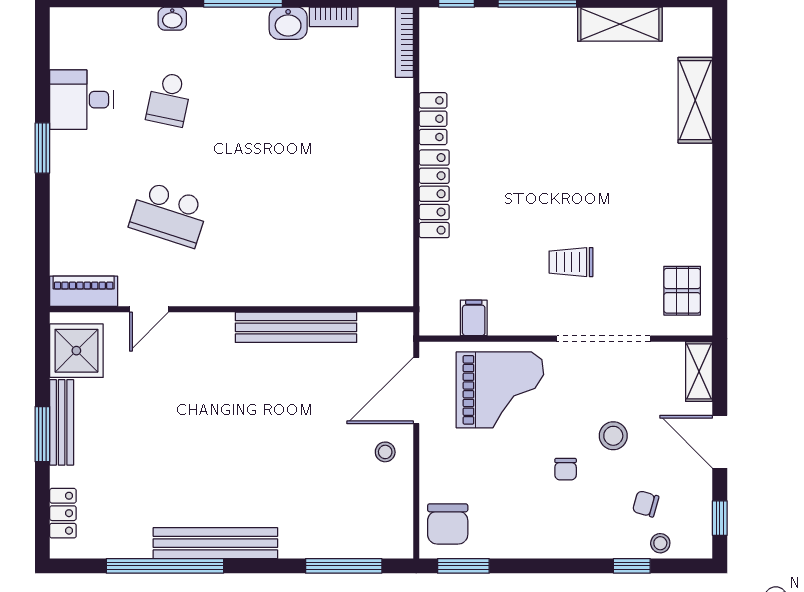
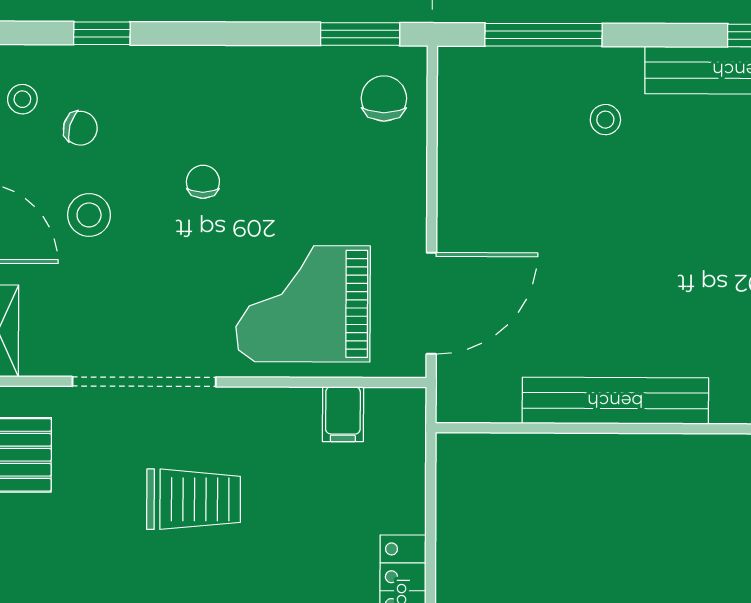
trolley: (571, 262) -> (194, 499), width x1.36, depth x1.39
stool: (613, 436) -> (89, 215), moved
stool: (385, 452) -> (605, 120), moved
chair: (448, 524) -> (384, 98), width x0.73, depth x0.73
stool: (660, 543) -> (22, 99), moved

